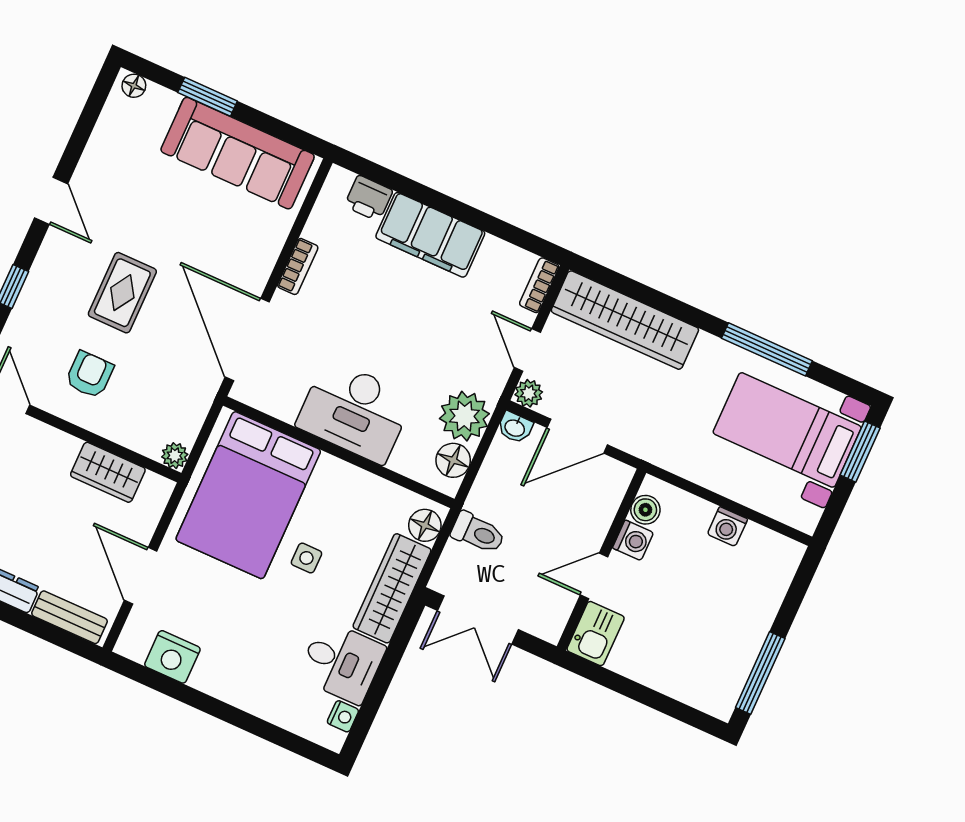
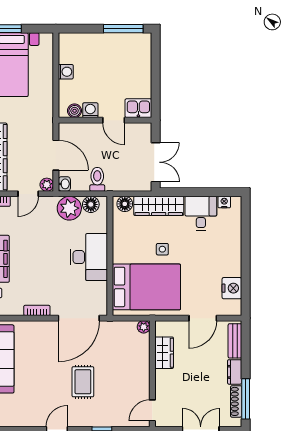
rug: (122, 293) -> (83, 382), turned 90
armchair: (90, 375) -> (125, 380), removed
toilet: (478, 533) -> (97, 179), moved

